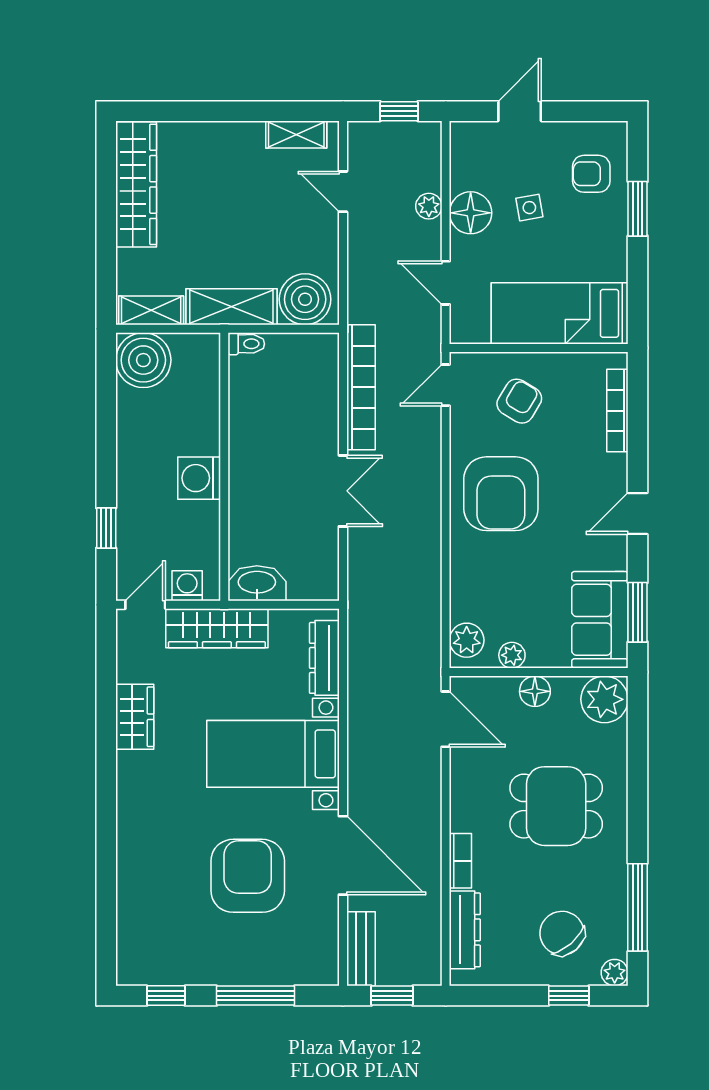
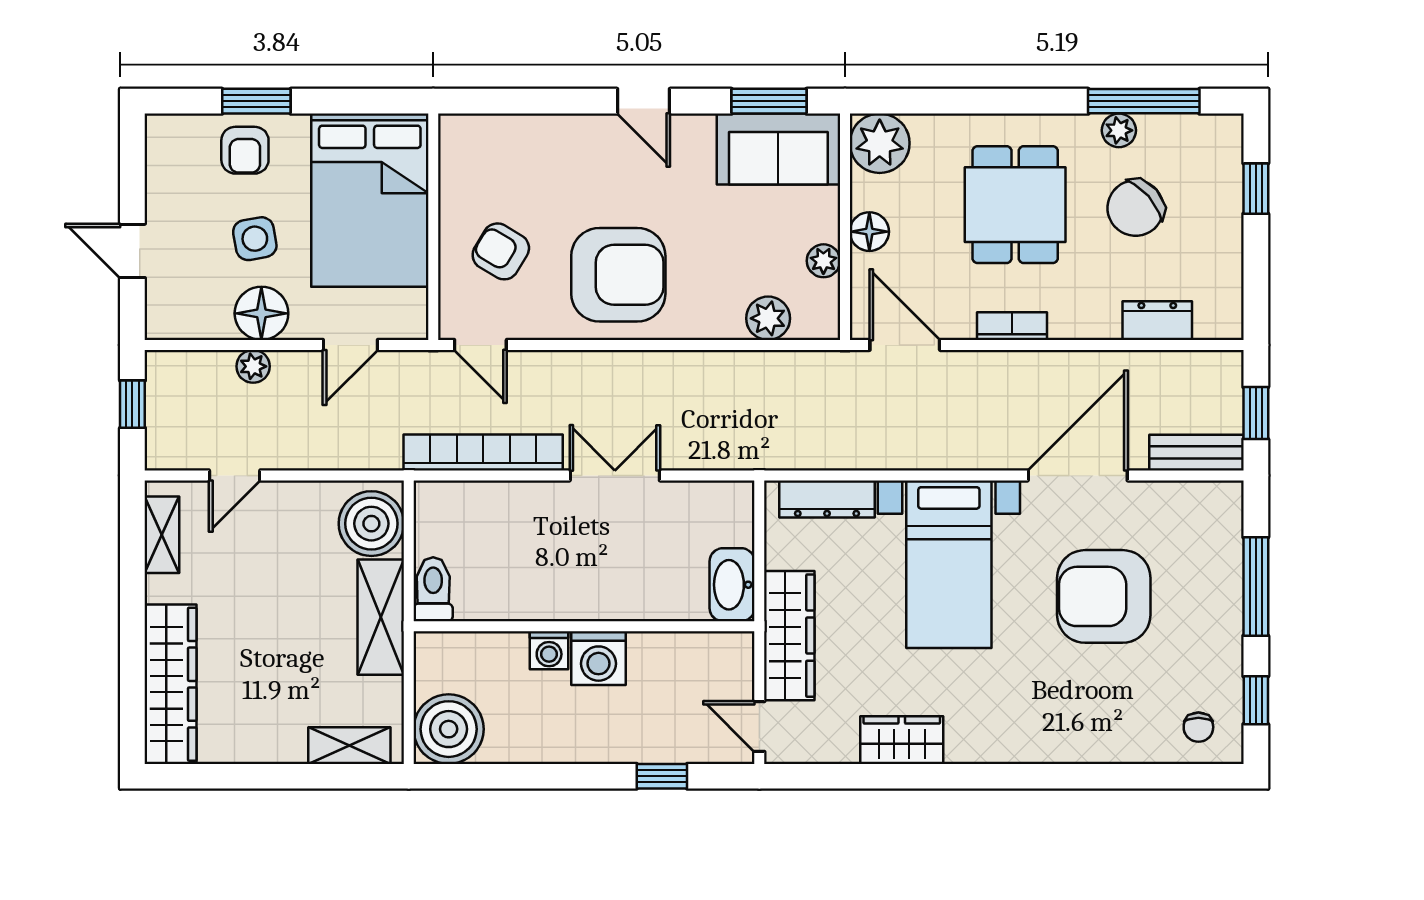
armchair: (591, 174) -> (245, 150), moved
wardrobe: (136, 184) -> (170, 684), moved, turned 90
side table: (529, 208) -> (255, 239), width x1.37, depth x1.37
shelving: (151, 310) -> (349, 746), moved, turned 90
bed: (560, 313) -> (370, 200), width x1.50
toilet: (246, 344) -> (433, 589), width x1.37, depth x1.39
bookcase: (617, 411) -> (513, 127), removed
washing machine: (187, 586) -> (549, 650), moved, turned -90
plant: (467, 640) -> (768, 318), moved
door: (446, 719) -> (905, 345), hinge flipped
bookcase: (460, 861) -> (1012, 326), moved
dresser: (465, 930) -> (1157, 321), width x0.70
chair: (562, 933) -> (1136, 208), moved
chair: (145, 950) -> (1198, 727), added
plant: (615, 973) -> (1119, 130), moved

